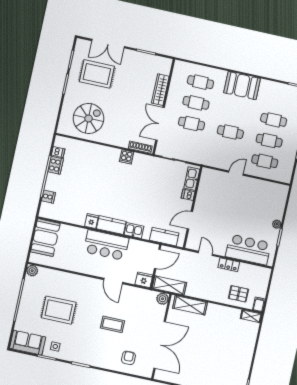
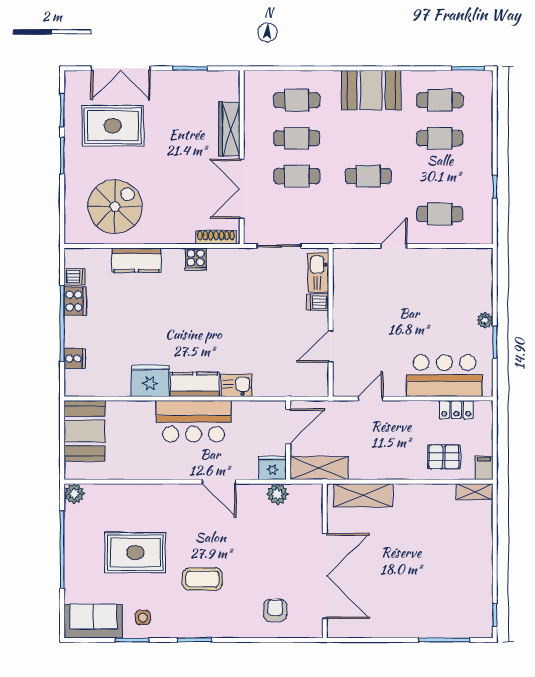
cafe table: (269, 141) -> (440, 100), moved
fridge: (91, 221) -> (150, 381), width x1.88, depth x1.34
kitchen counter: (164, 237) -> (137, 260), moved, turned 180
door: (205, 253) -> (371, 399), hinge flipped
locker: (229, 265) -> (456, 410), moved
plant: (162, 299) -> (277, 494), moved
coffee table: (112, 324) -> (202, 579), moved

